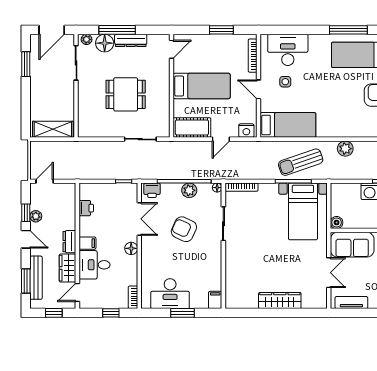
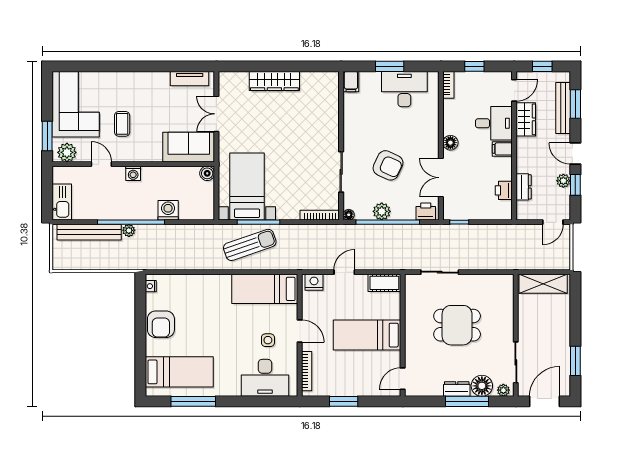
dresser: (131, 40) -> (457, 389), width x0.70
cot: (192, 127) -> (384, 283), width x0.73, depth x0.75
plant: (345, 149) -> (197, 261), removed
dresser: (69, 242) -> (524, 187), moved

